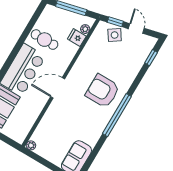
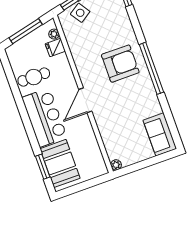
armchair: (103, 91) -> (120, 64), turned 180

